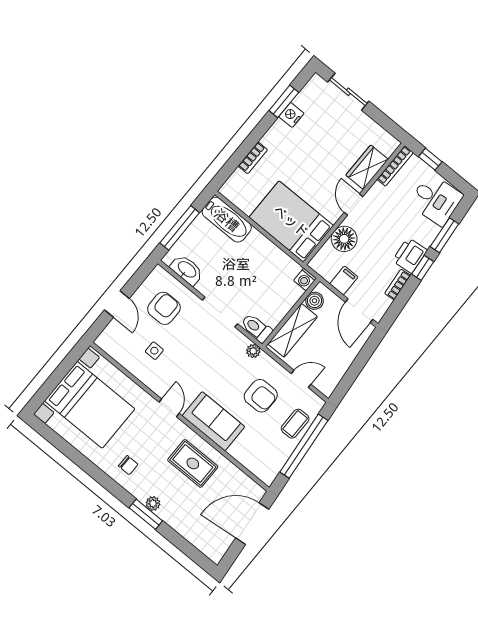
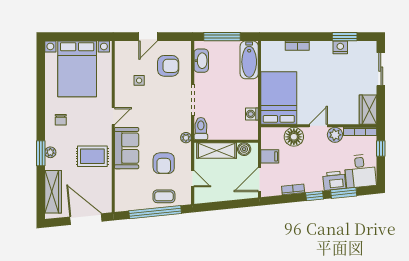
wardrobe: (367, 167) -> (368, 110), moved, turned -90
plant: (377, 195) -> (335, 135), added
printer: (410, 255) -> (334, 181), moved
washing machine: (305, 279) -> (252, 114), moved
rug: (193, 463) -> (92, 156), turned 90
wardrobe: (196, 534) -> (53, 192), added

